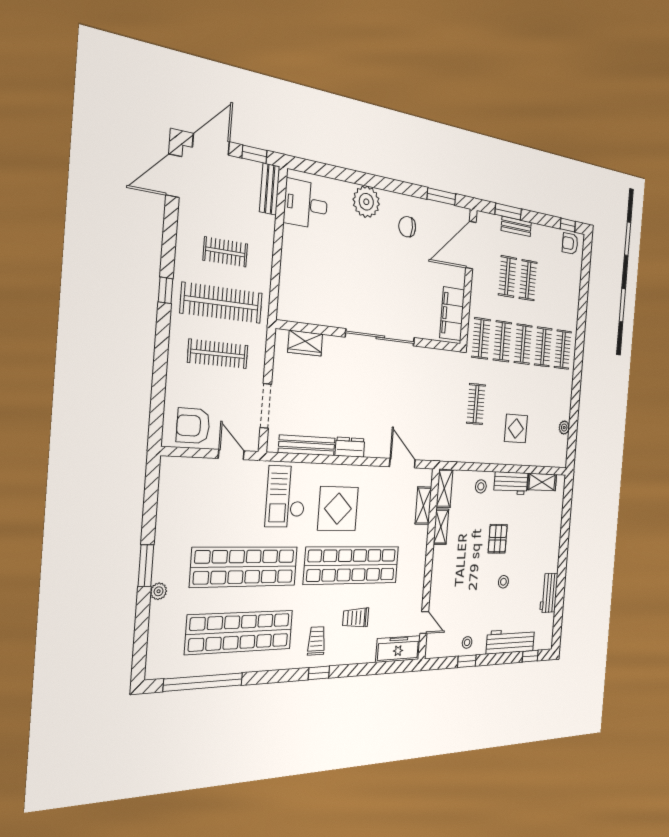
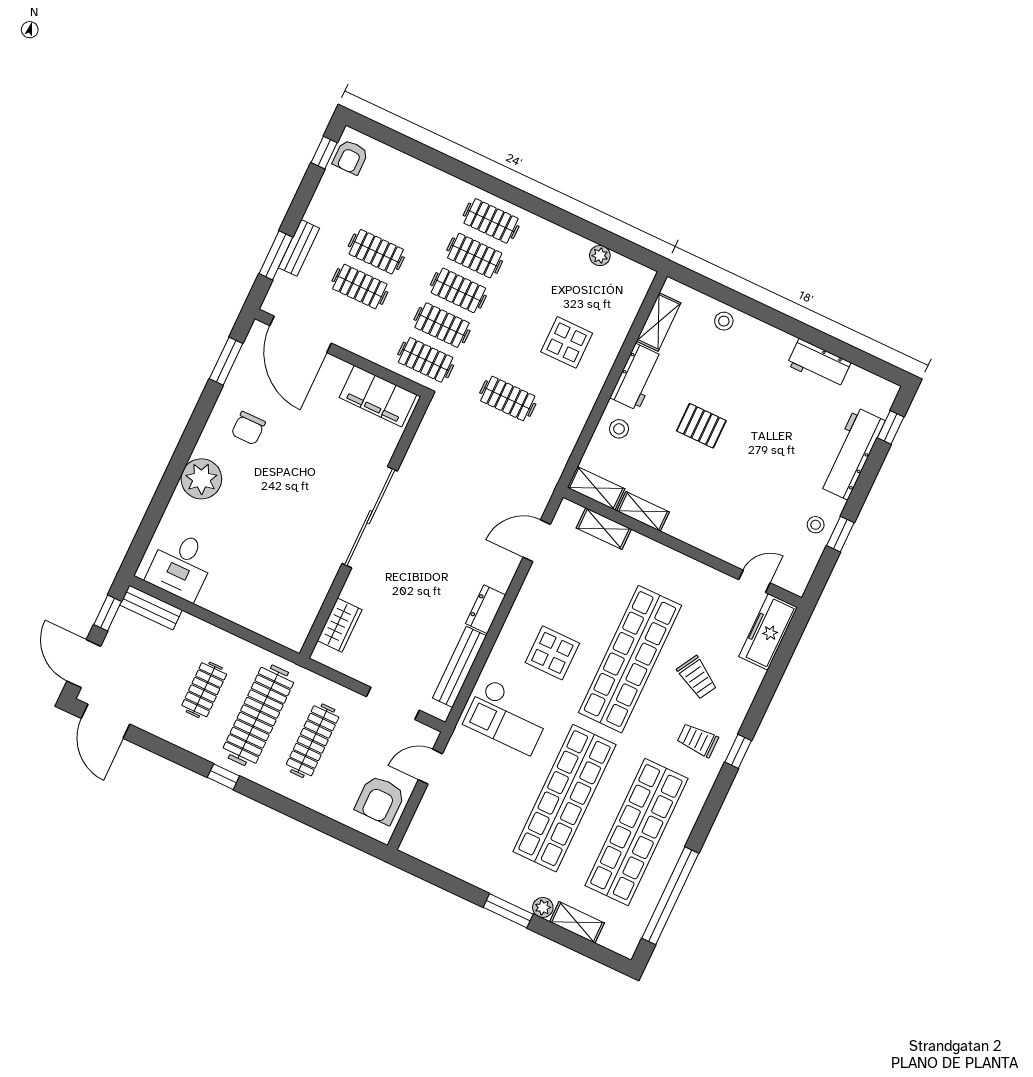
display table: (338, 509) -> (552, 653), width x0.73, depth x0.73
stool: (503, 582) -> (724, 321), moved
trolley: (356, 618) -> (697, 677), turned -60
shelving: (157, 623) -> (577, 922), added

